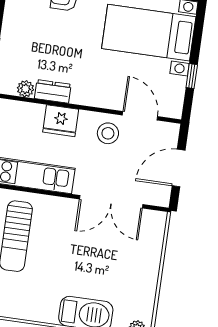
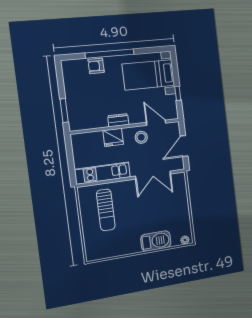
plant: (25, 89) -> (88, 124), removed
dresser: (53, 91) -> (118, 120), moved

